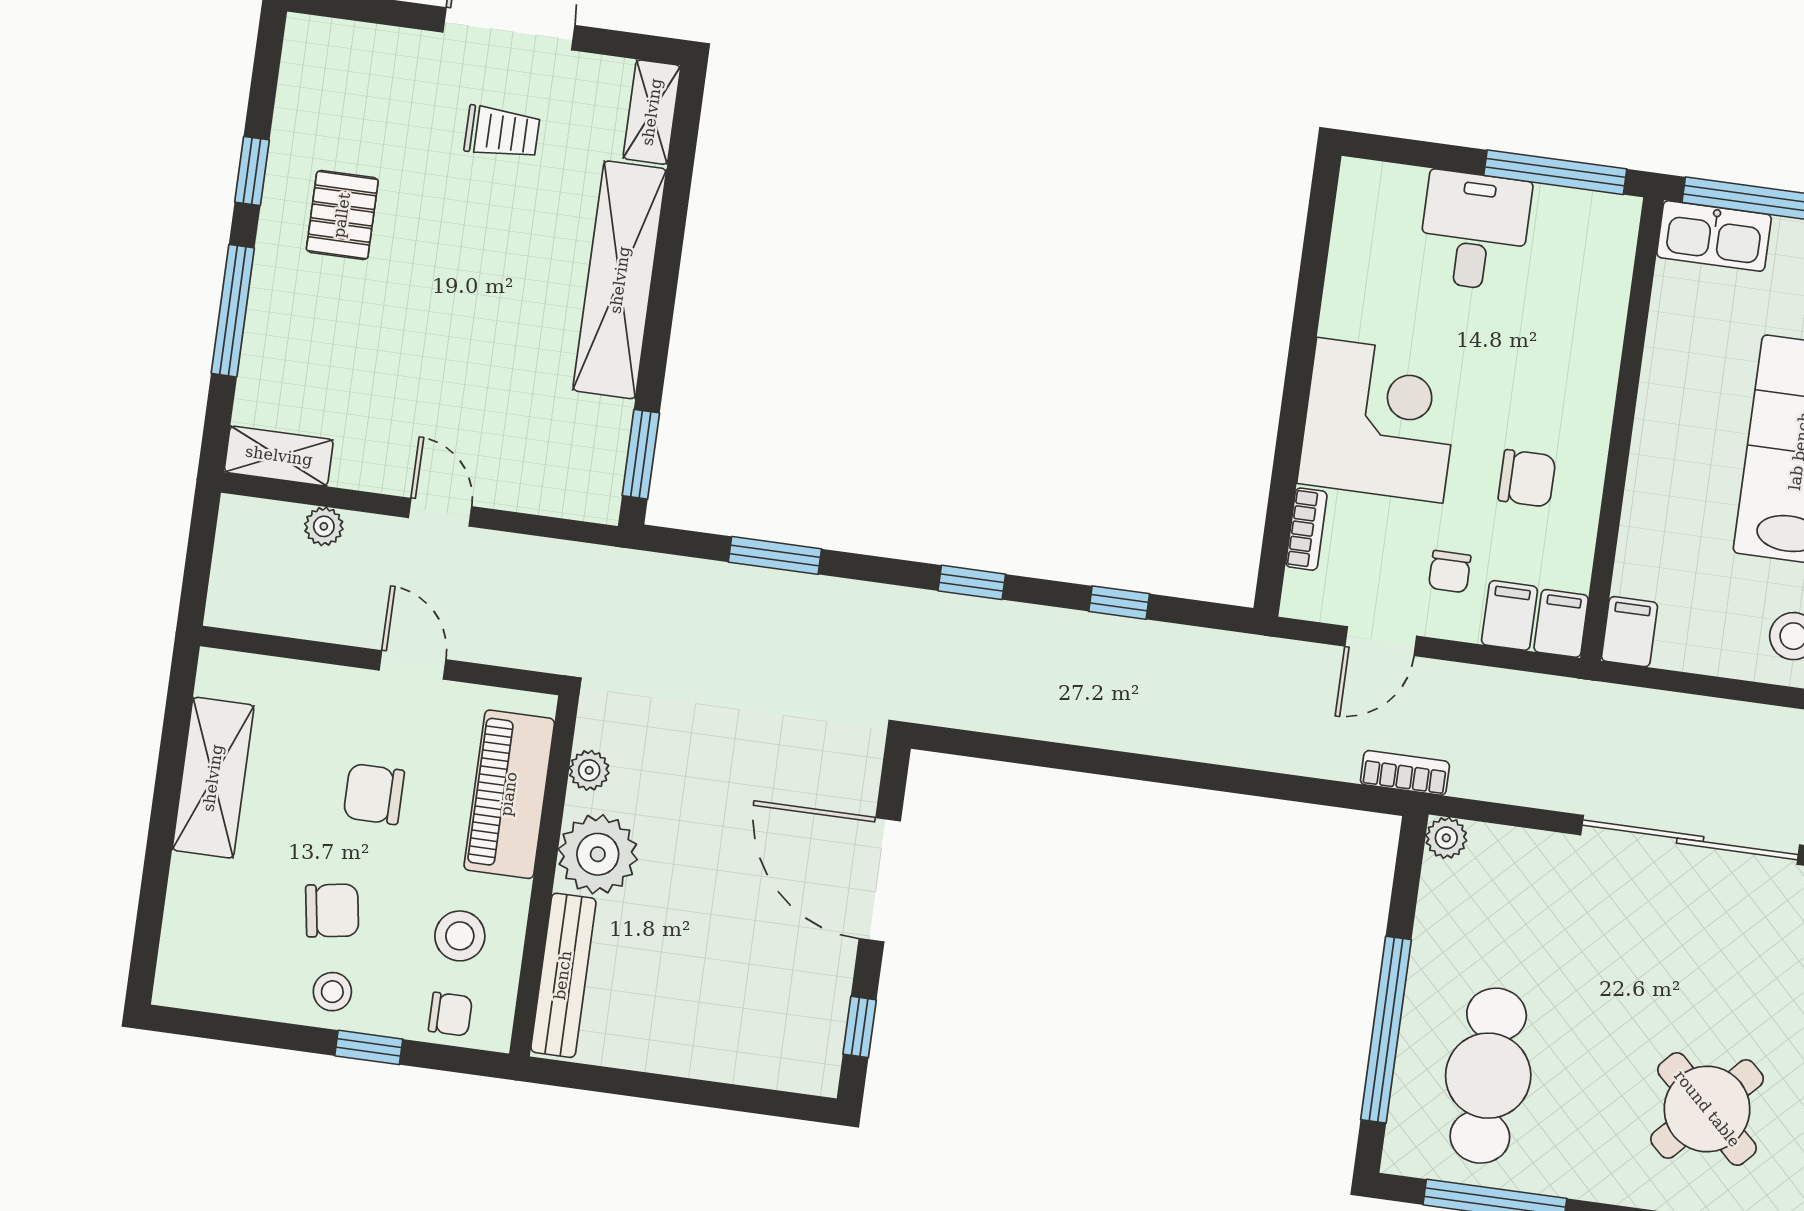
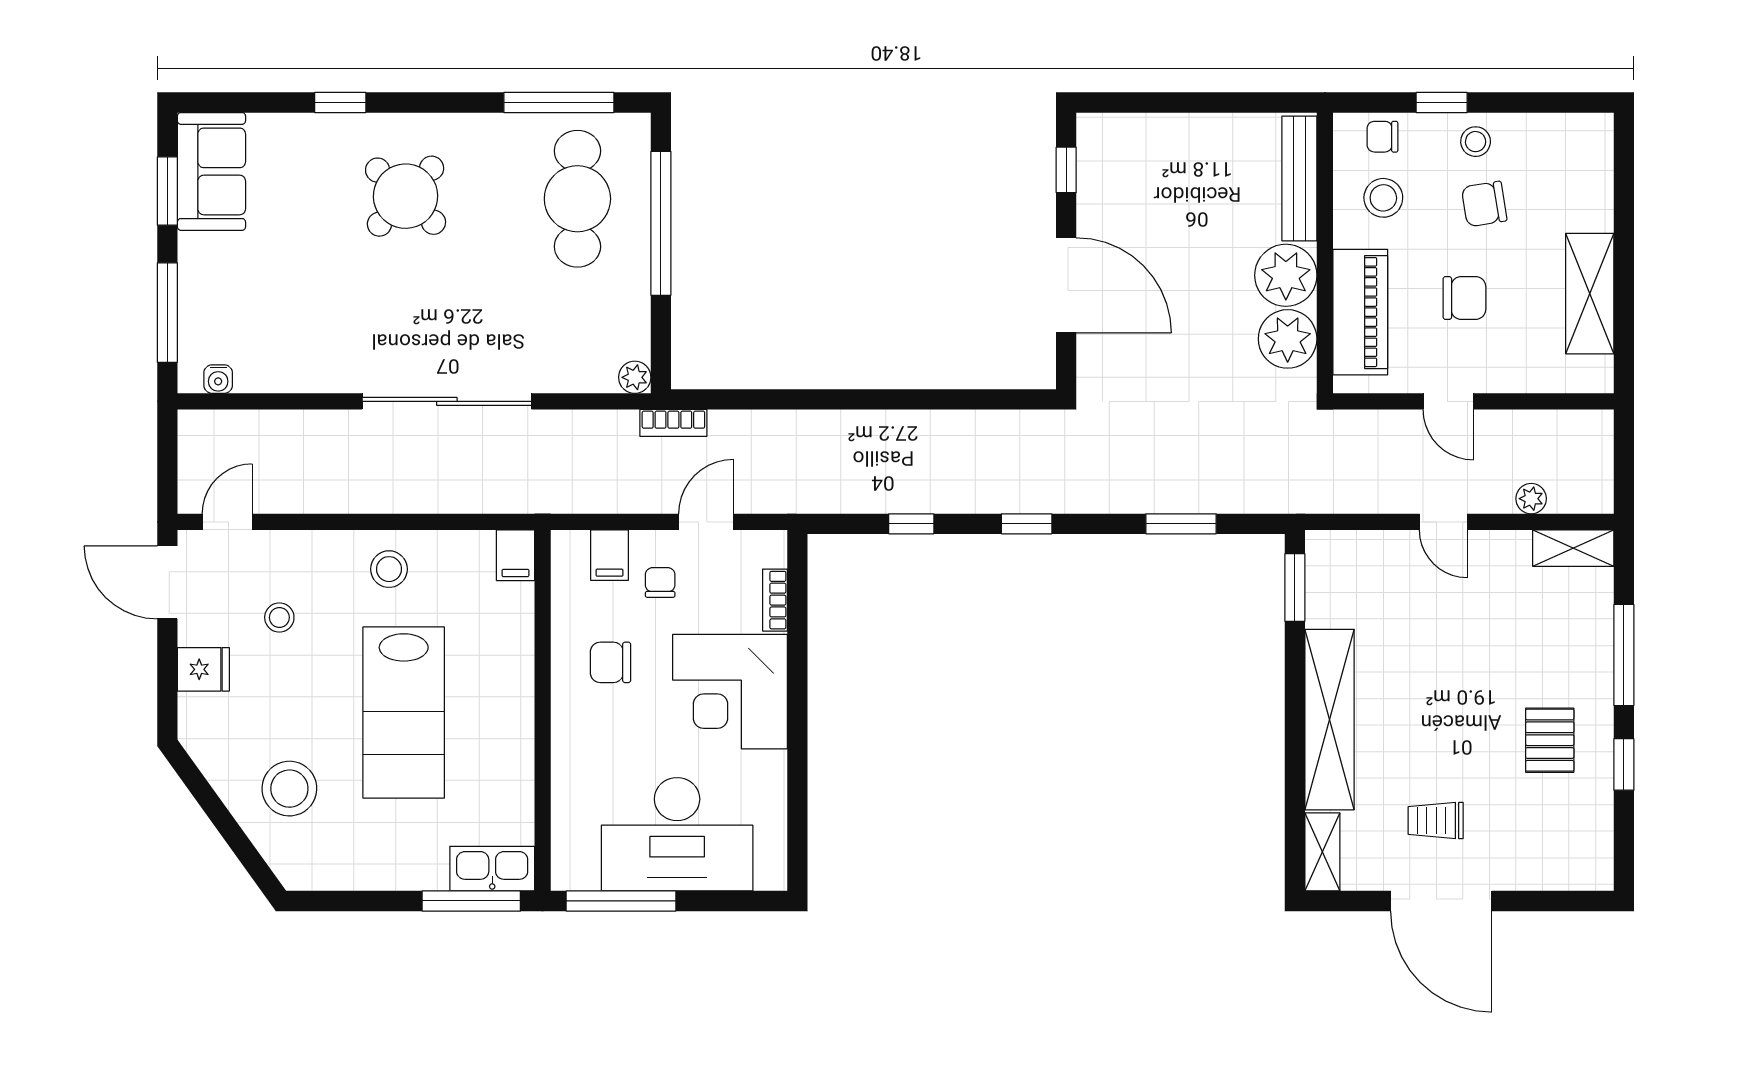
desk: (1474, 231) -> (677, 834), width x1.87, depth x1.30
filing cabinet: (1561, 623) -> (569, 554), removed
plant: (589, 770) -> (1288, 339), width x1.88, depth x1.88

